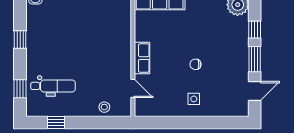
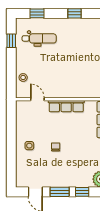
row of seats: (142, 58) -> (66, 106), width x1.48
dental chair: (53, 86) -> (39, 38), turned -90
door: (133, 88) -> (37, 99), swing flipped

